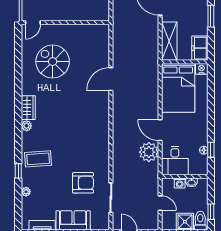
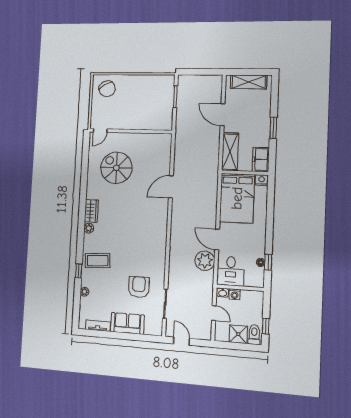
washbasin: (191, 182) -> (223, 293), moved
armchair: (83, 183) -> (139, 287), turned -90

